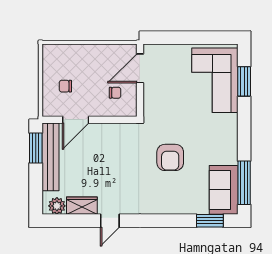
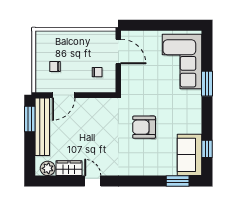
door: (140, 68) -> (118, 51), swing flipped
window: (244, 81) -> (207, 84), moved
armchair: (170, 157) -> (144, 127), turned 90
window: (244, 183) -> (207, 149), width x0.46
door: (110, 221) -> (93, 181), swing flipped

